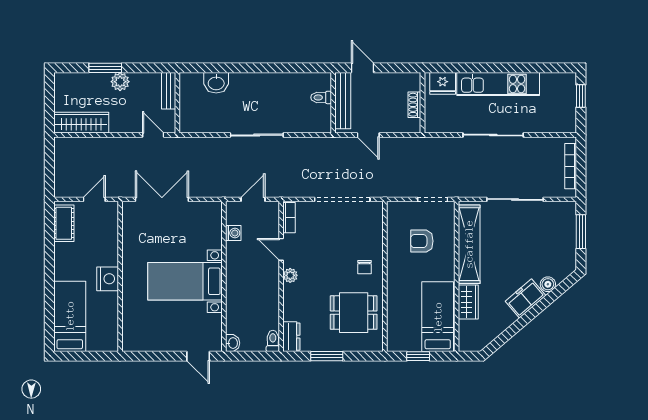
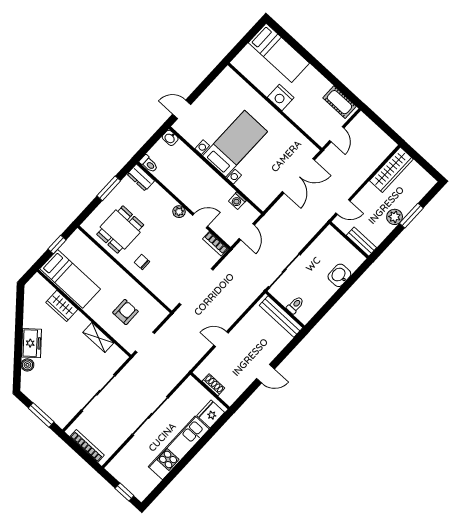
toilet: (321, 97) -> (295, 305), moved
bench: (343, 101) -> (281, 317), moved
wall: (333, 103) -> (285, 309), moved
shelving: (469, 244) -> (98, 338), width x0.45, depth x0.75

